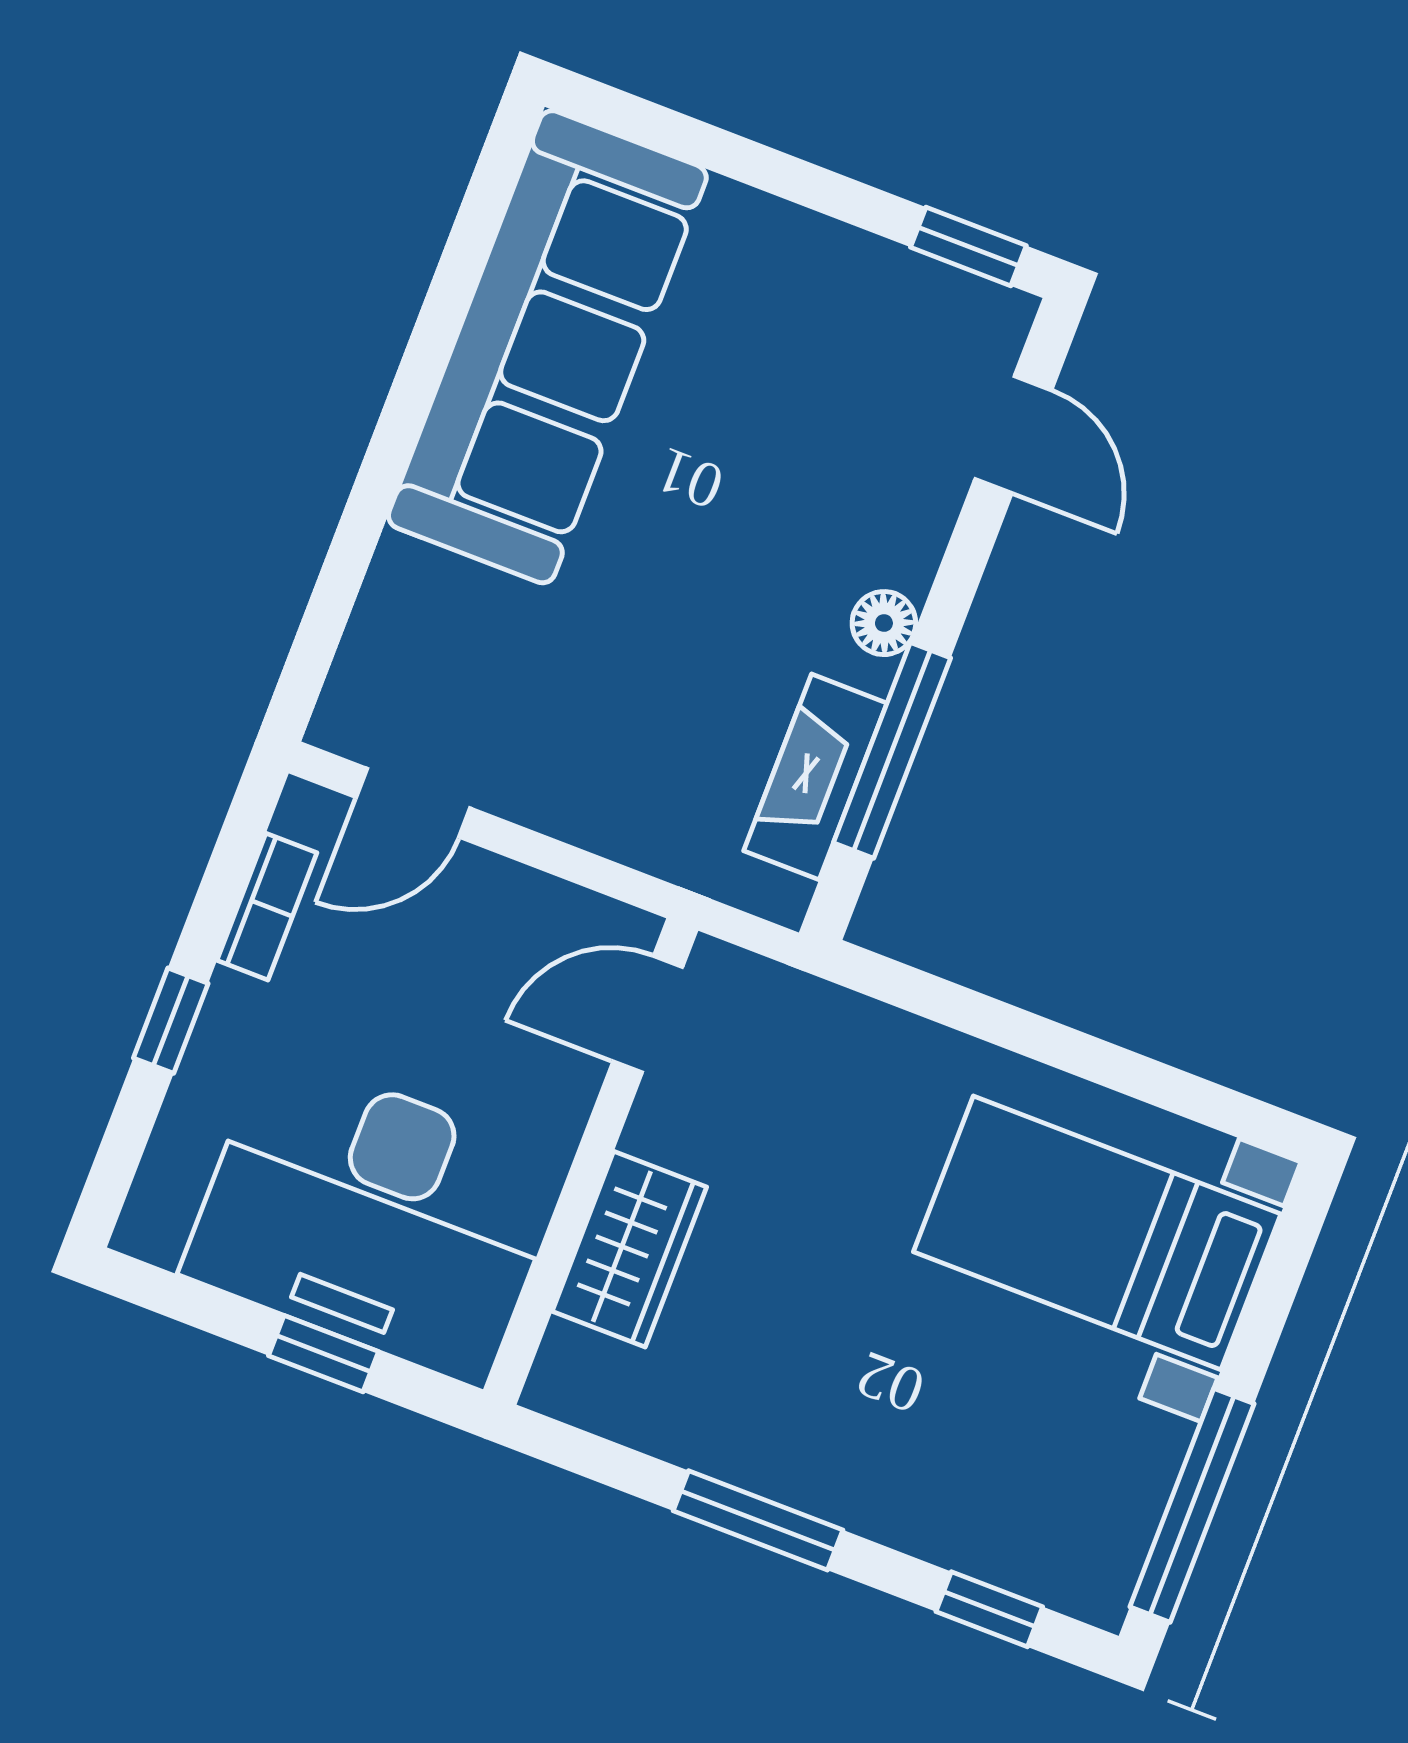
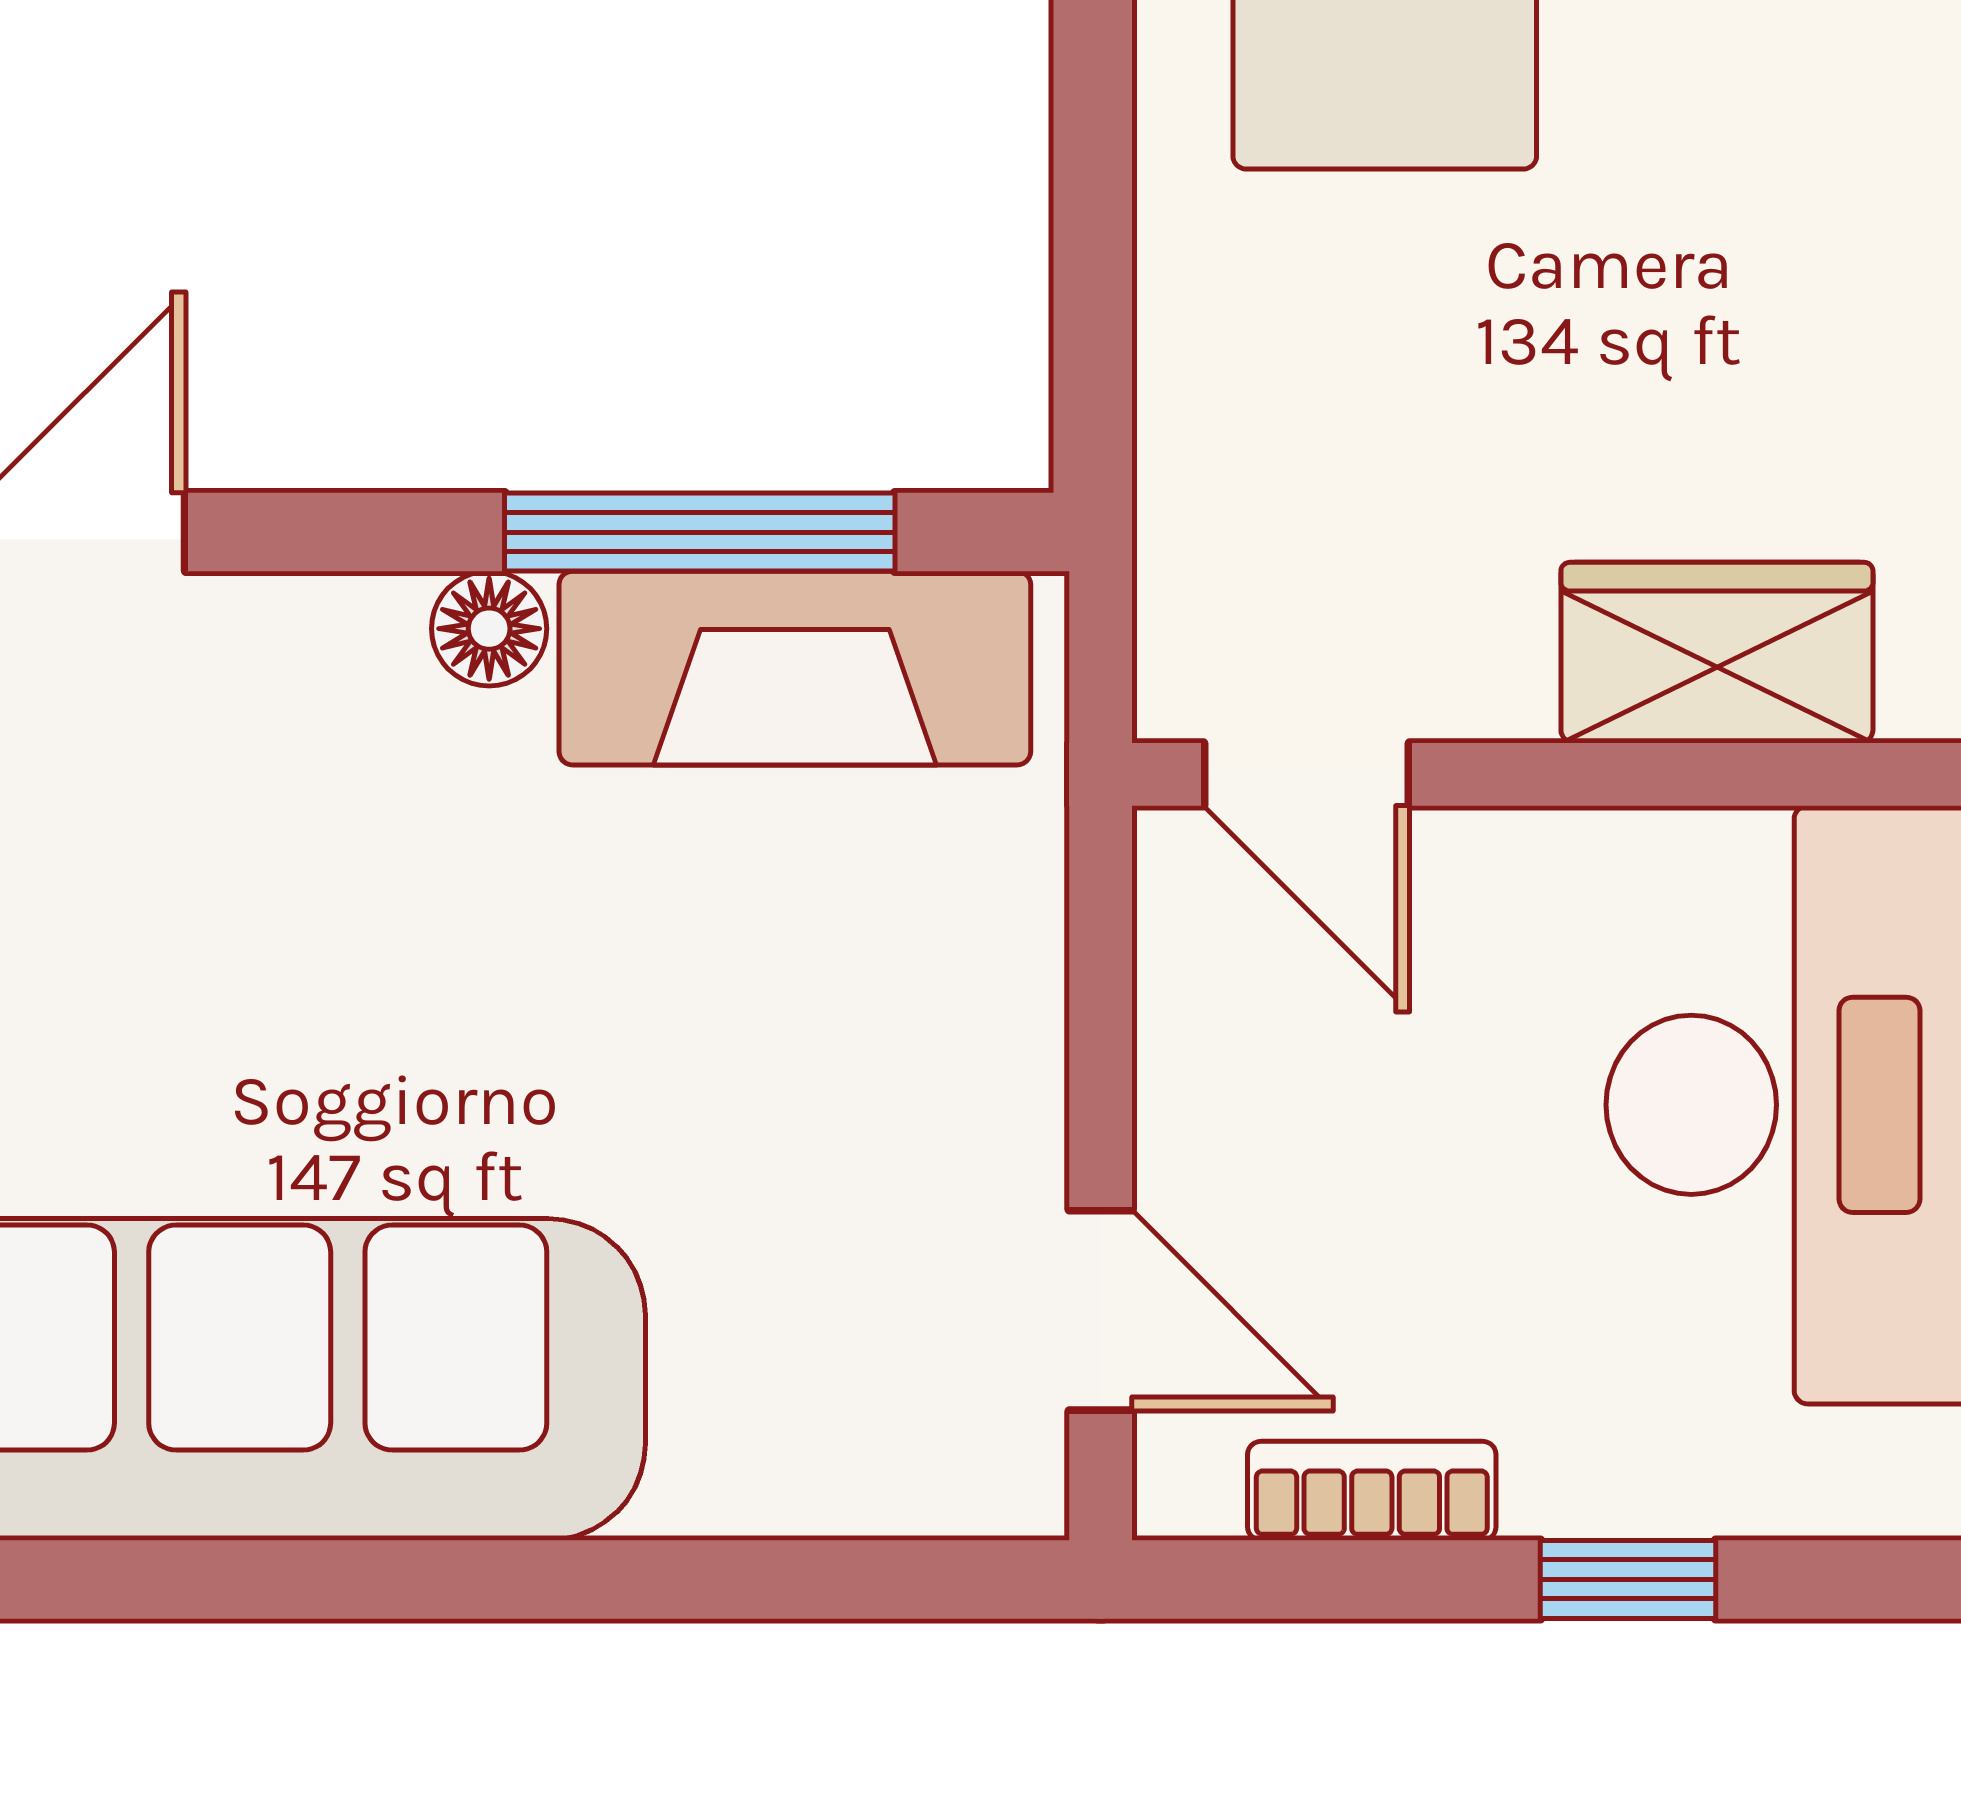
fireplace: (815, 777) -> (795, 668), width x1.37, depth x1.32

